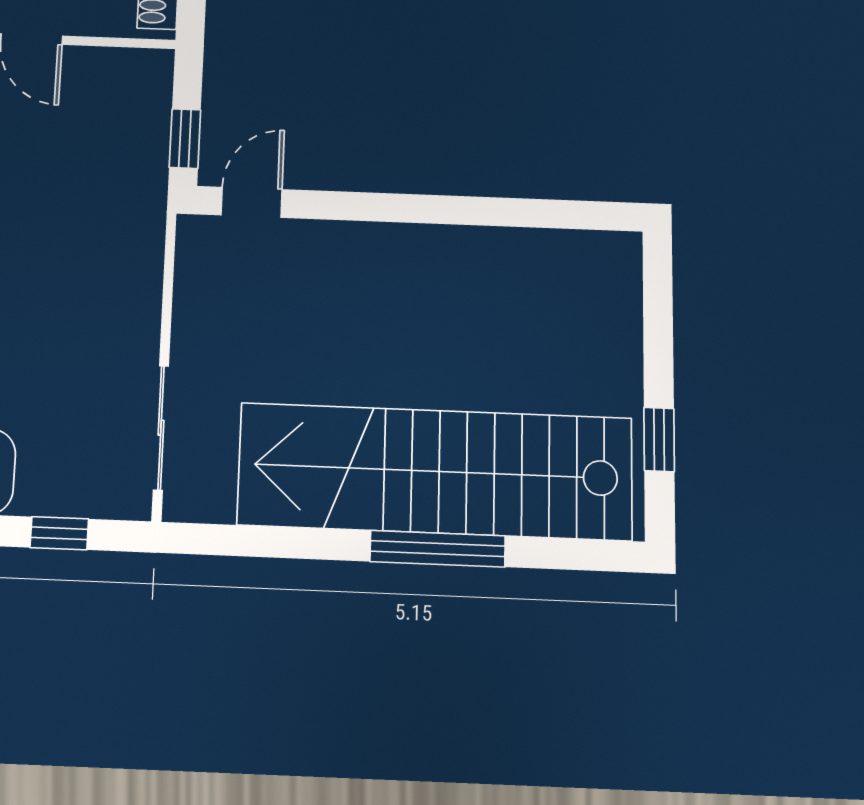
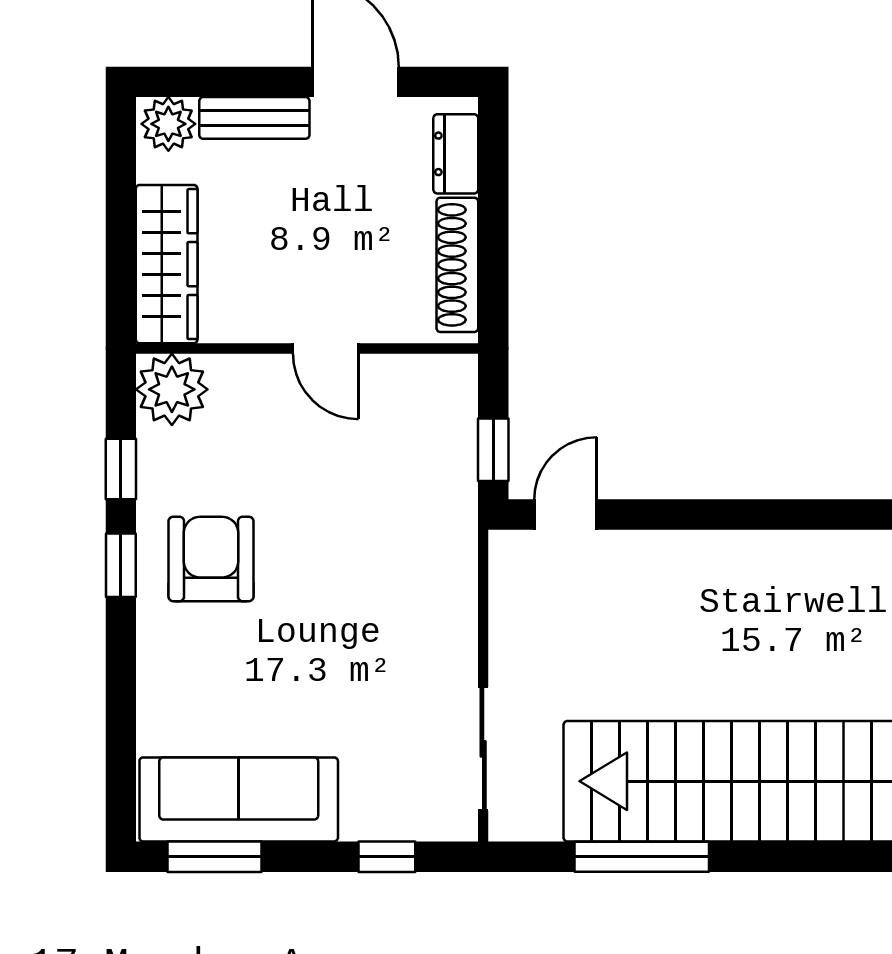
window: (438, 549) -> (642, 857), moved

